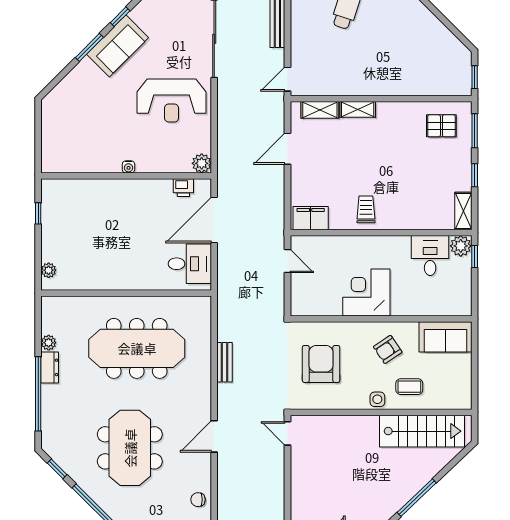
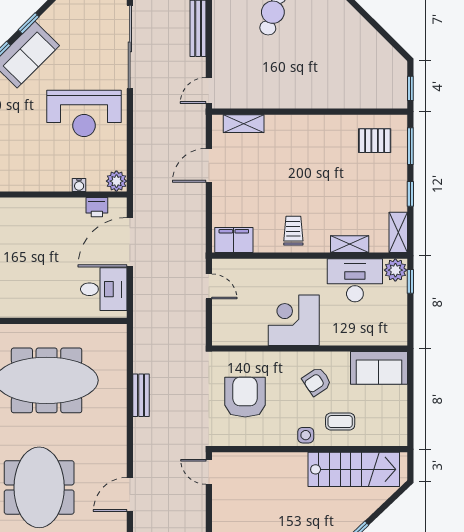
shelving: (358, 109) -> (350, 244), moved
water cooler: (128, 167) -> (79, 185), moved
desk: (430, 255) -> (355, 280), width x1.37
door: (214, 436) -> (130, 494), moved

